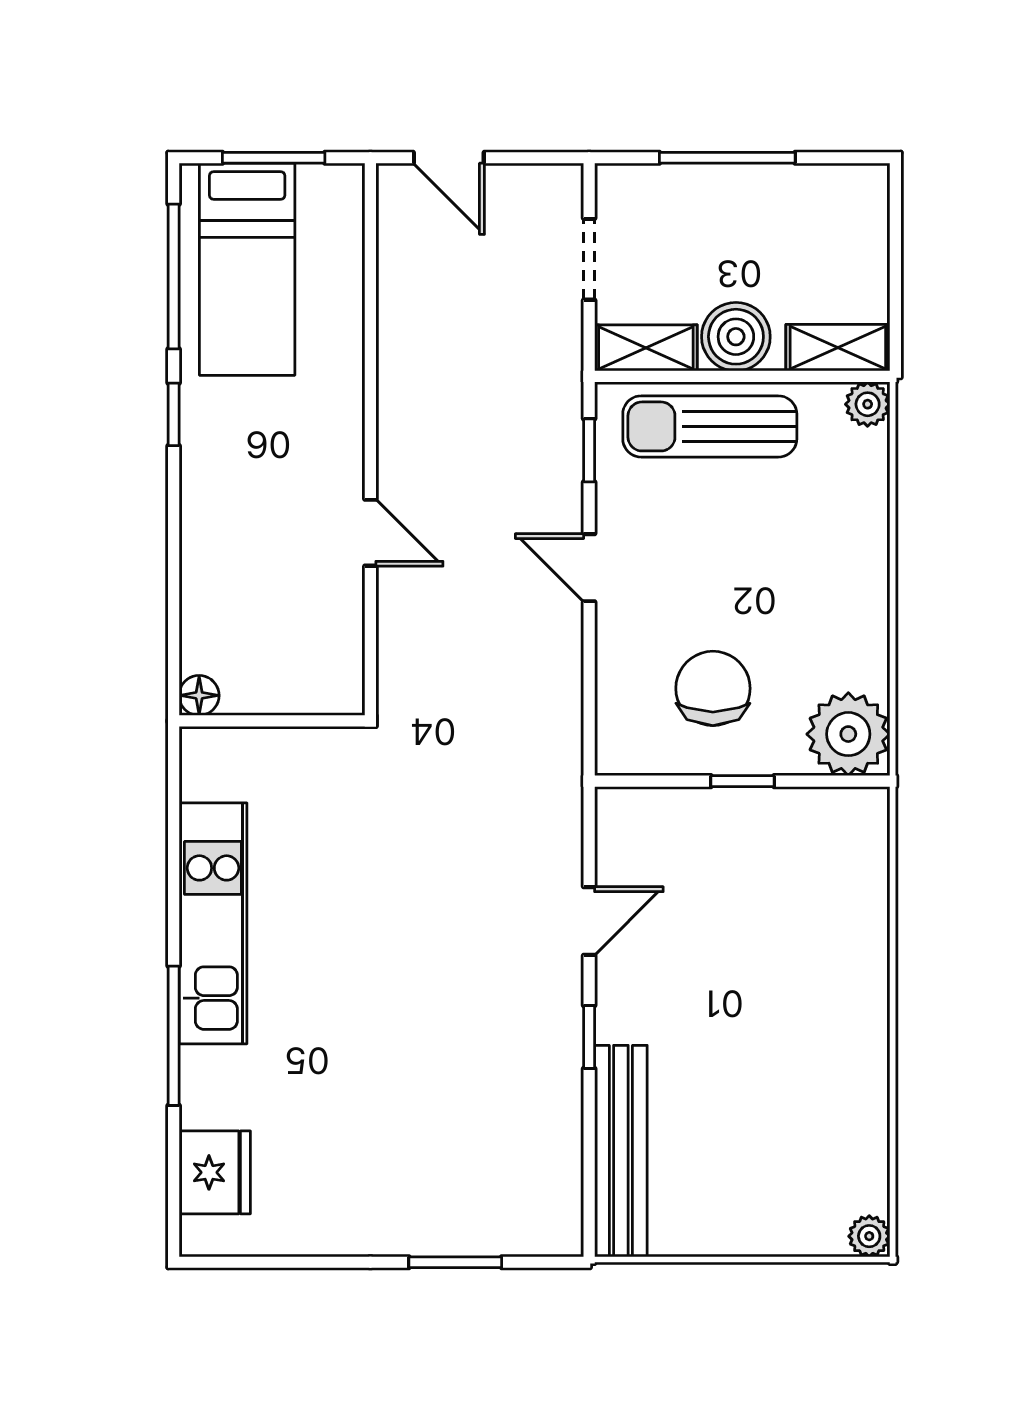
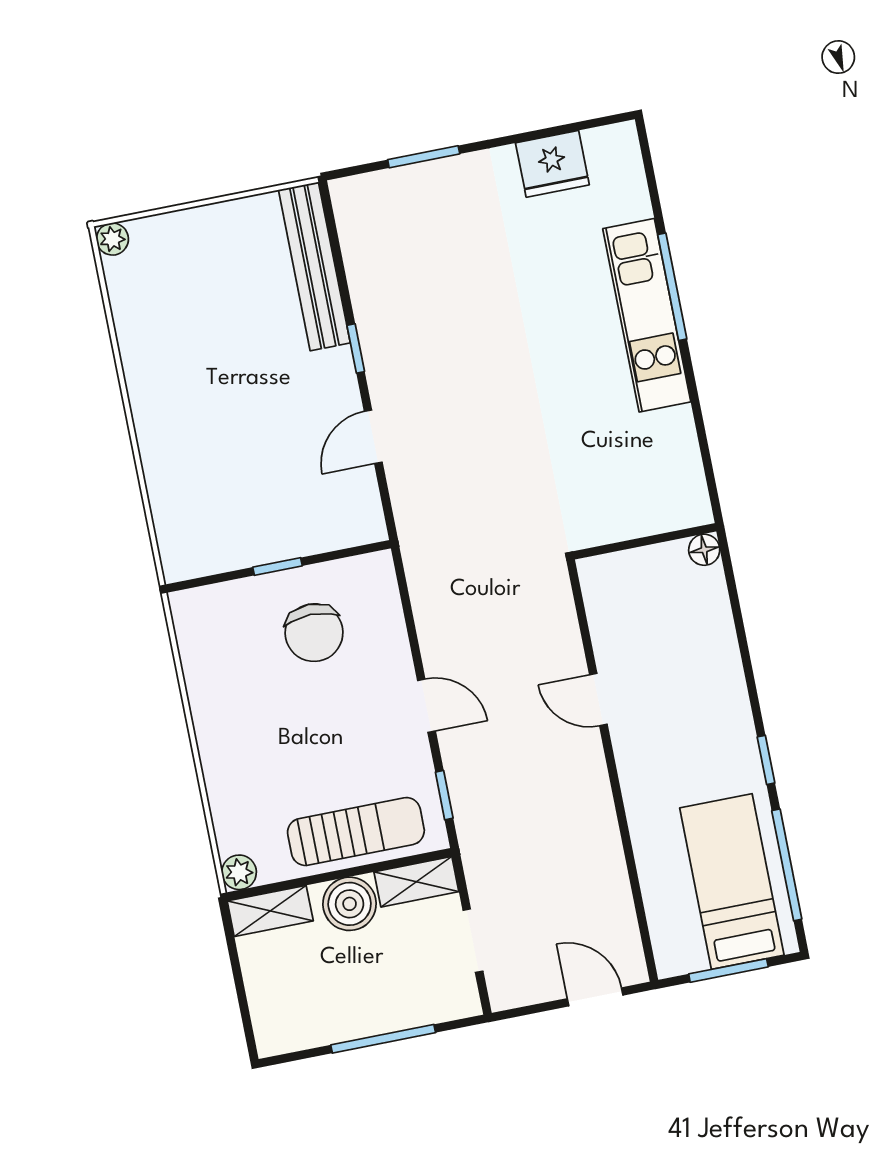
plant: (848, 734) -> (204, 618), removed
kitchen unit: (213, 923) -> (647, 315), moved
fridge: (215, 1172) -> (552, 164), moved, turned -90

